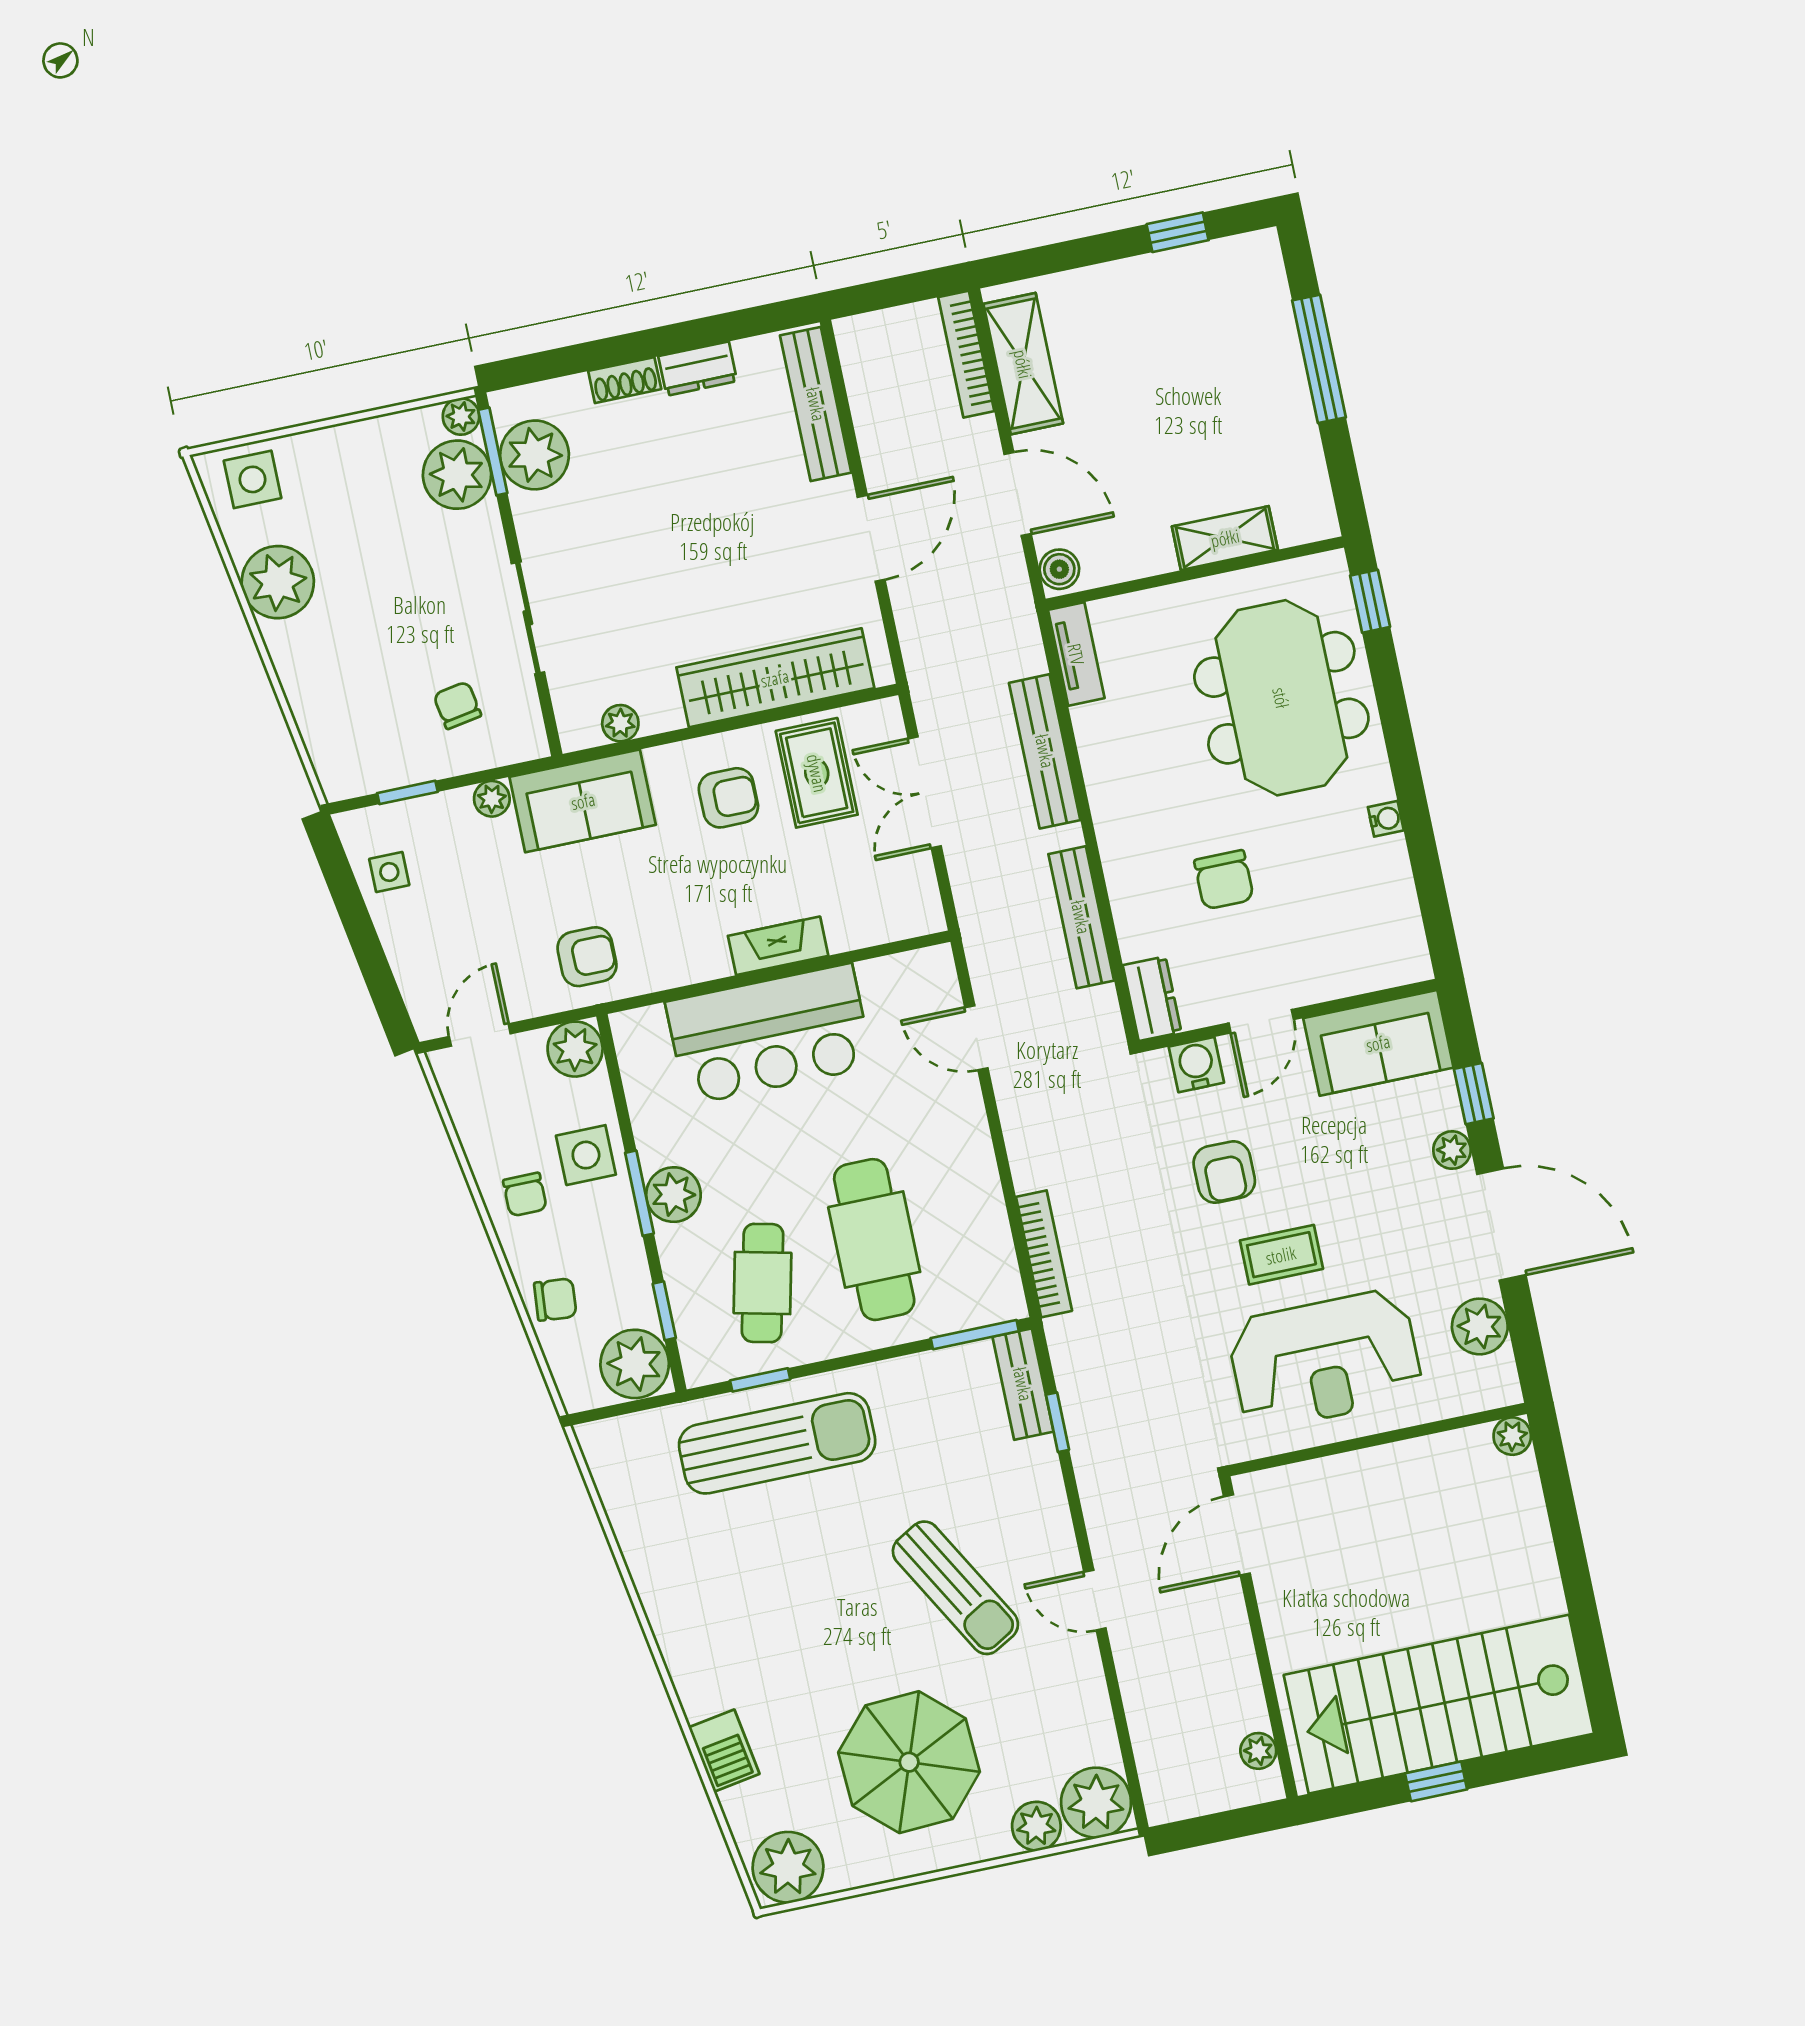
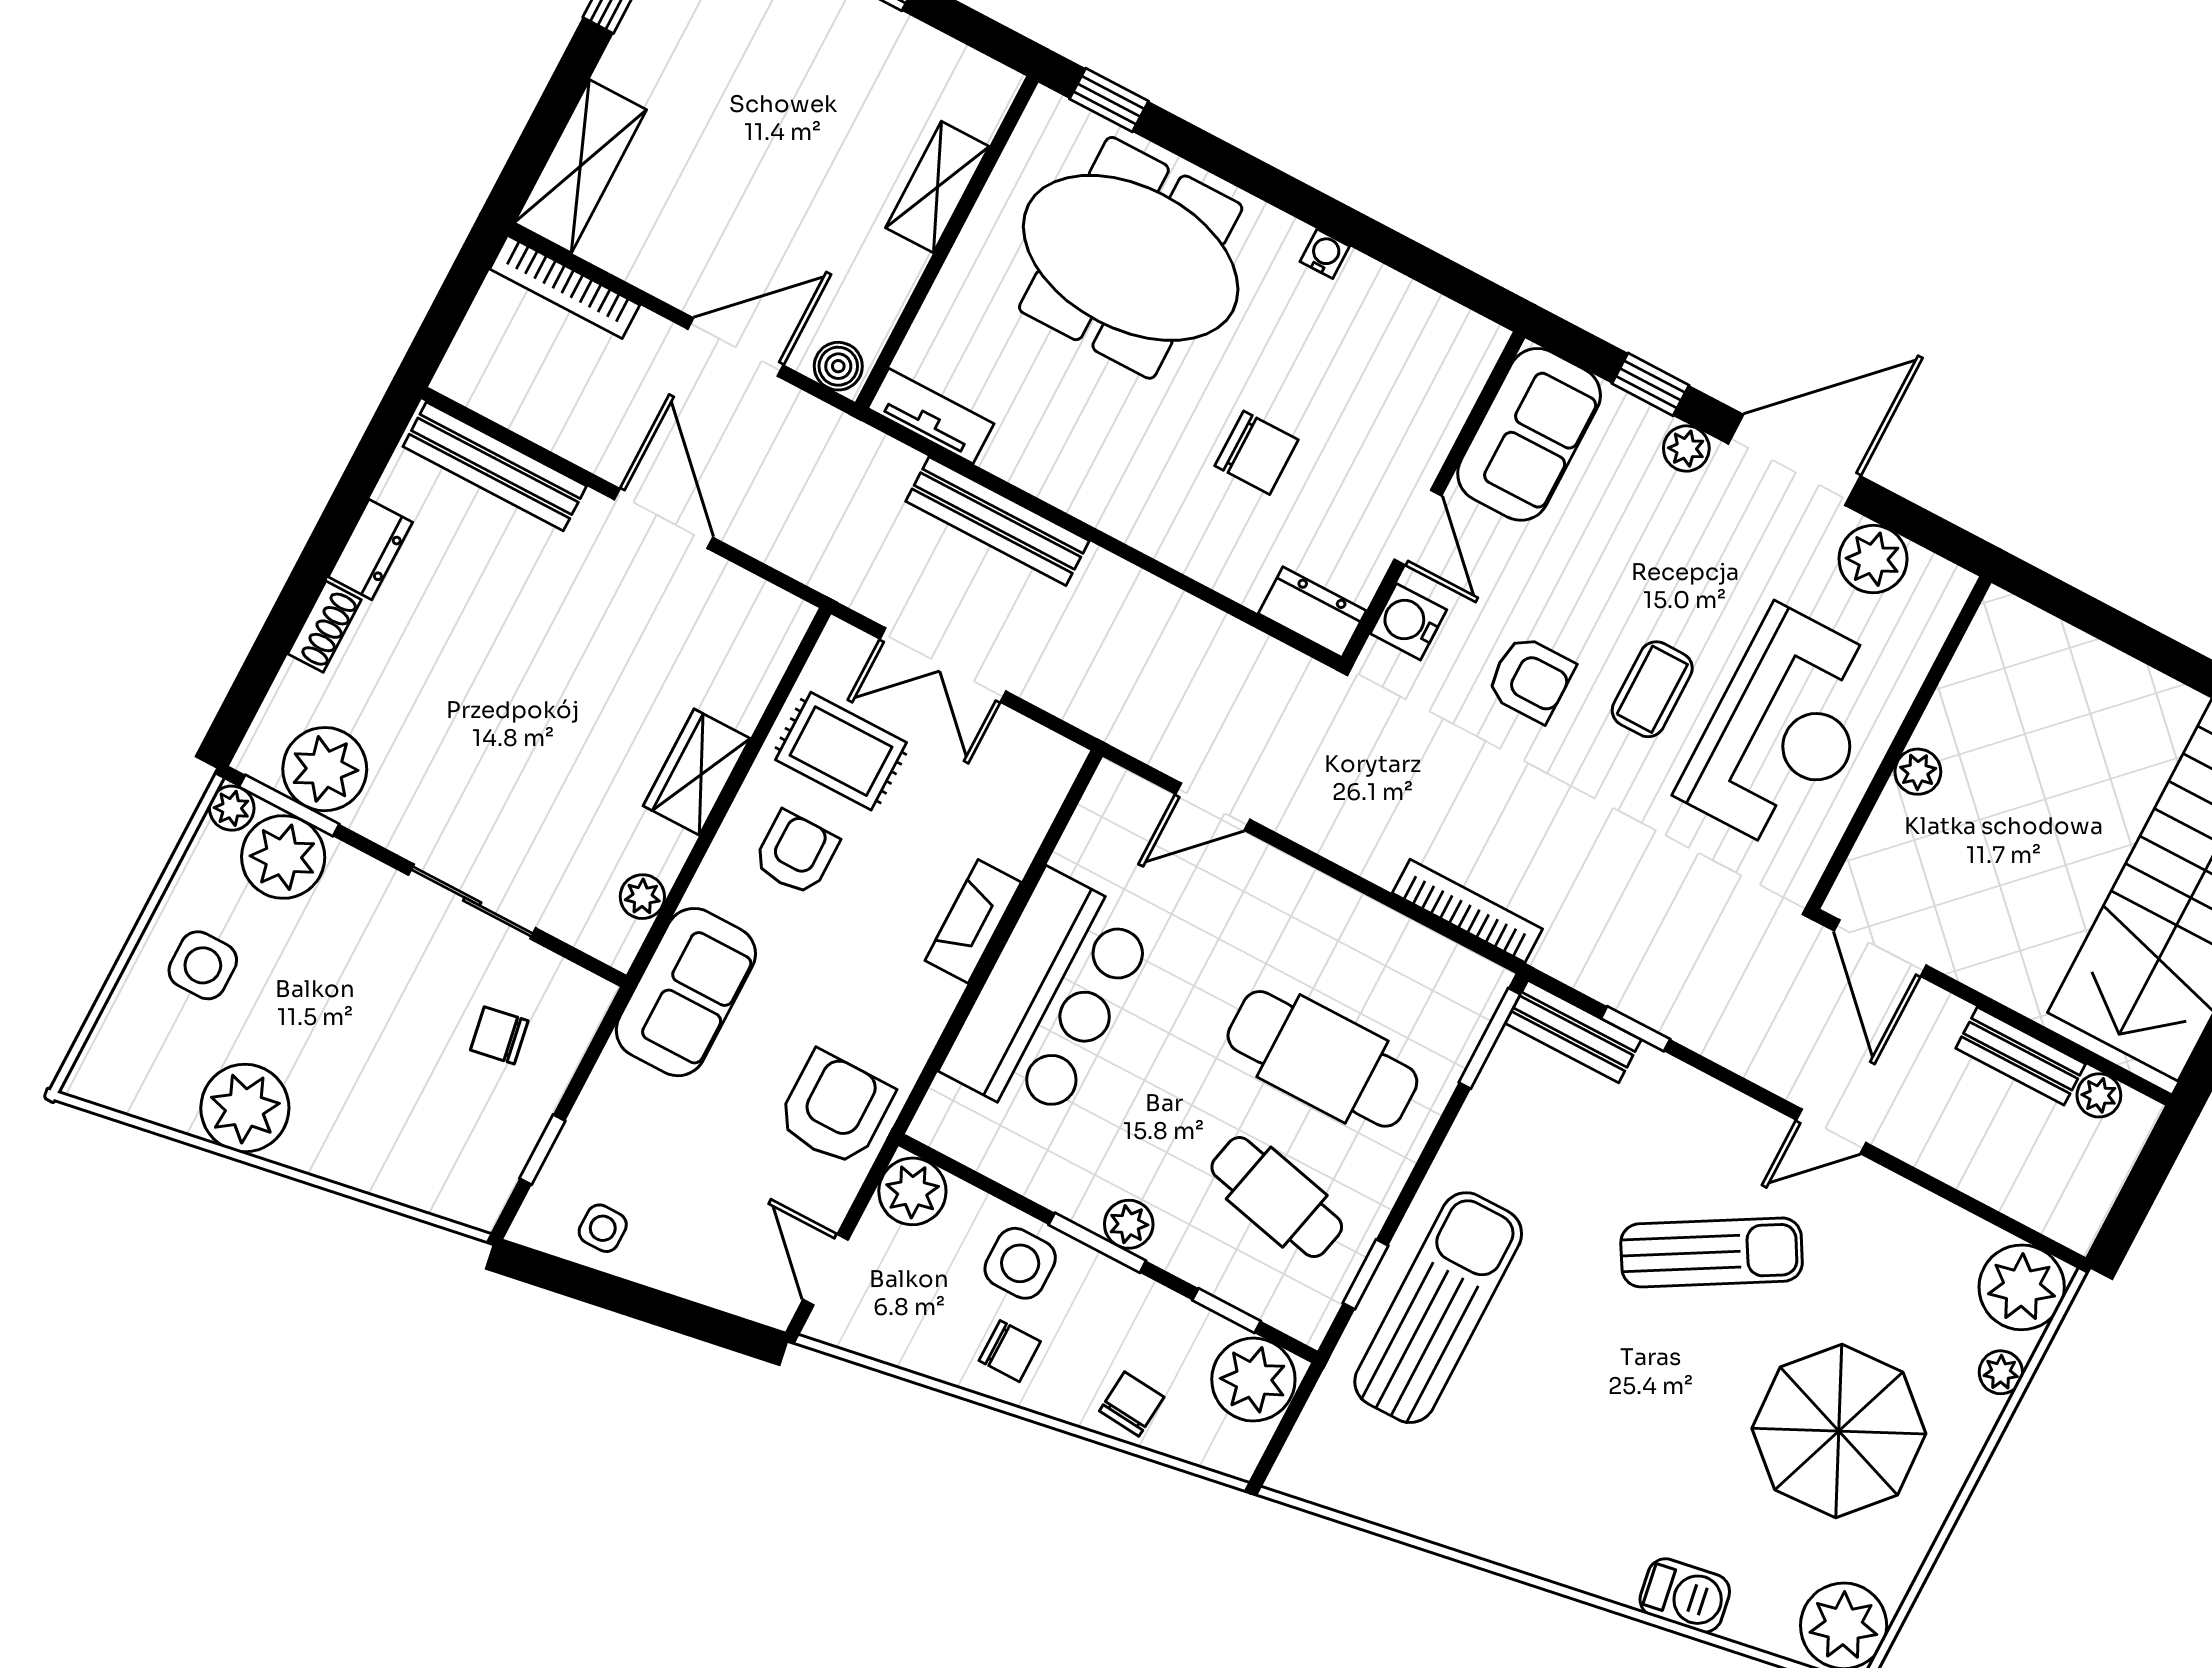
shelving: (1023, 364) -> (580, 166), moved, turned 90
side table: (253, 479) -> (203, 965), moved
wardrobe: (775, 678) -> (697, 772), width x0.48, depth x0.85
plant: (492, 799) -> (614, 1075), removed
bench: (1081, 917) -> (2021, 1056), moved, width x0.73
armchair: (587, 957) -> (835, 1109), width x1.38, depth x1.38
plant: (673, 1195) -> (1129, 1224), width x0.73, depth x0.73
plant: (1512, 1436) -> (1918, 772), moved
plant: (1036, 1826) -> (2001, 1372), width x0.73, depth x0.73

